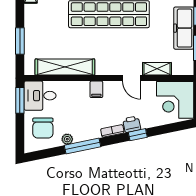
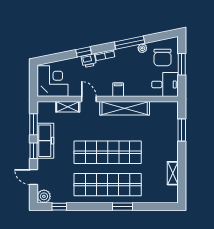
shelving: (65, 67) -> (125, 108), moved
window: (20, 100) -> (182, 64), moved
chair: (43, 128) -> (163, 57), turned 180

